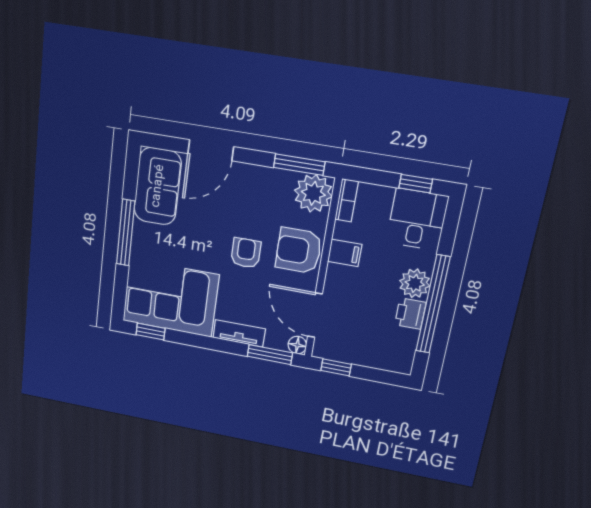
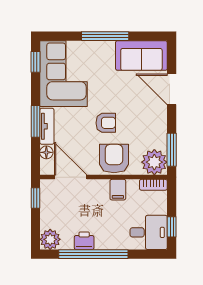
plant: (415, 283) -> (50, 239), moved
door: (315, 315) -> (71, 177), hinge flipped
floor lamp: (297, 345) -> (46, 152), moved
window: (270, 355) -> (35, 121), moved

